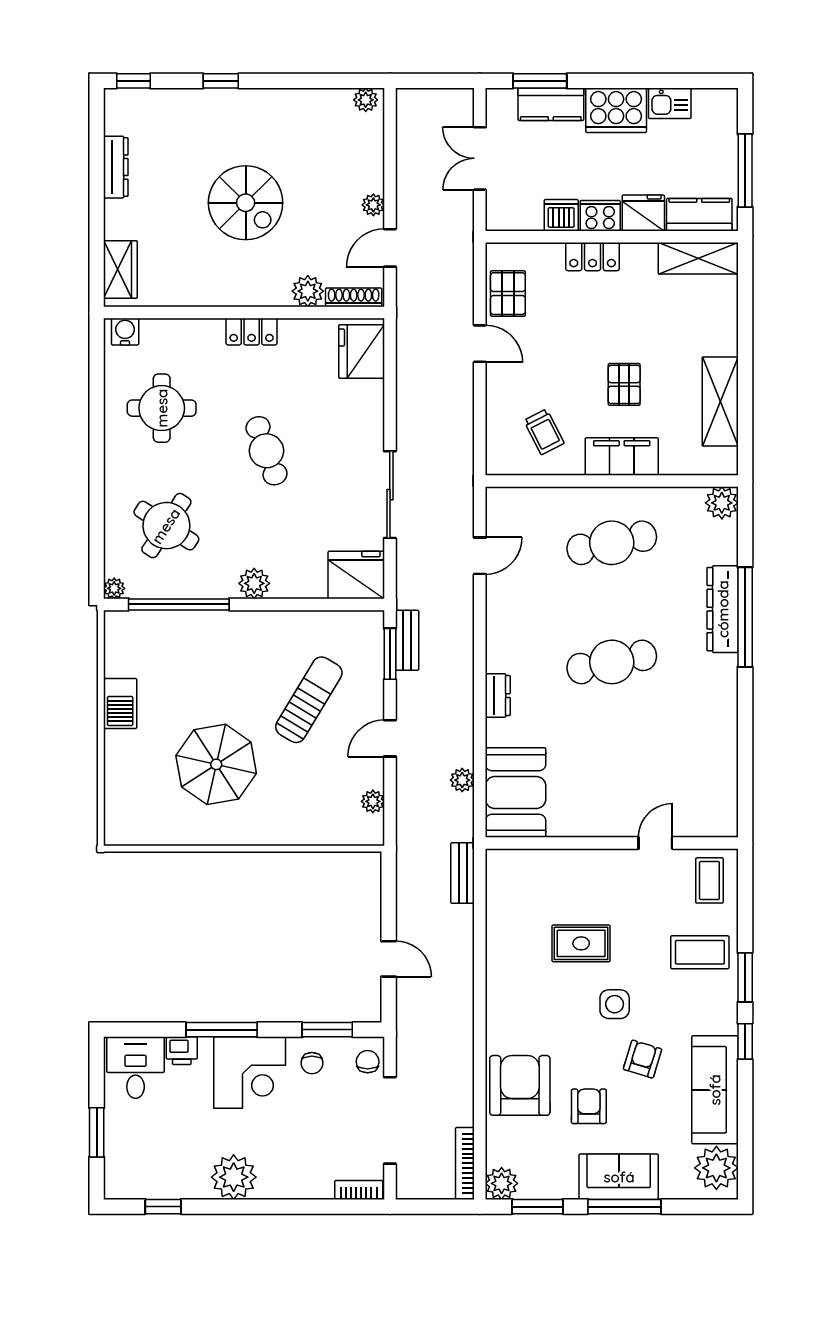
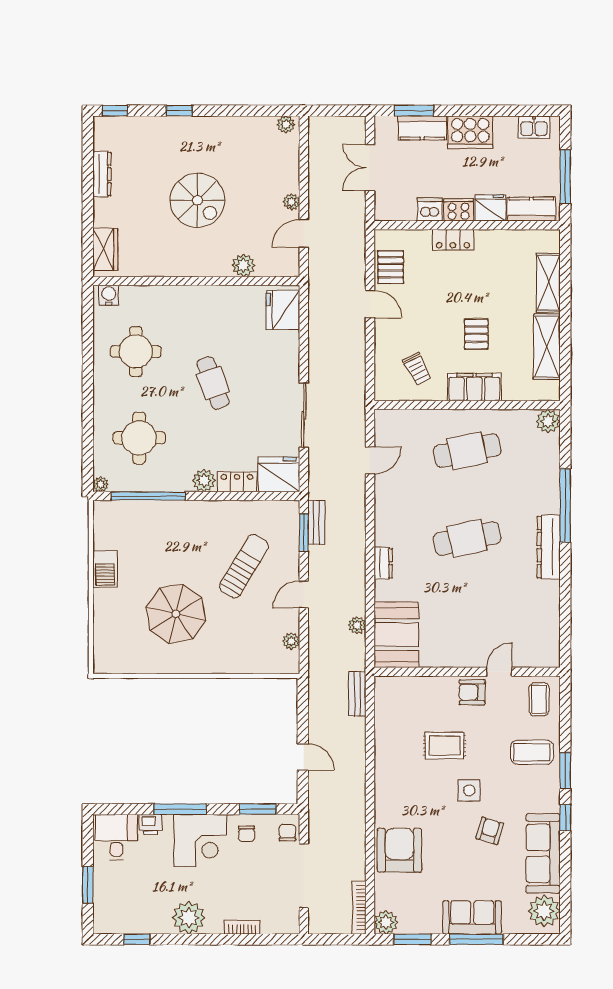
kitchen sink: (670, 103) -> (534, 127), moved
shelving: (698, 258) -> (548, 283), moved, turned 90
shoe rack: (354, 297) -> (277, 270), removed
locker: (252, 332) -> (237, 482), moved, turned 180
round table: (166, 526) -> (139, 438), turned -33
dresser: (723, 609) -> (549, 547), moved
armchair: (589, 1106) -> (472, 692), moved, turned -90
bookcase: (359, 1190) -> (242, 927), moved

